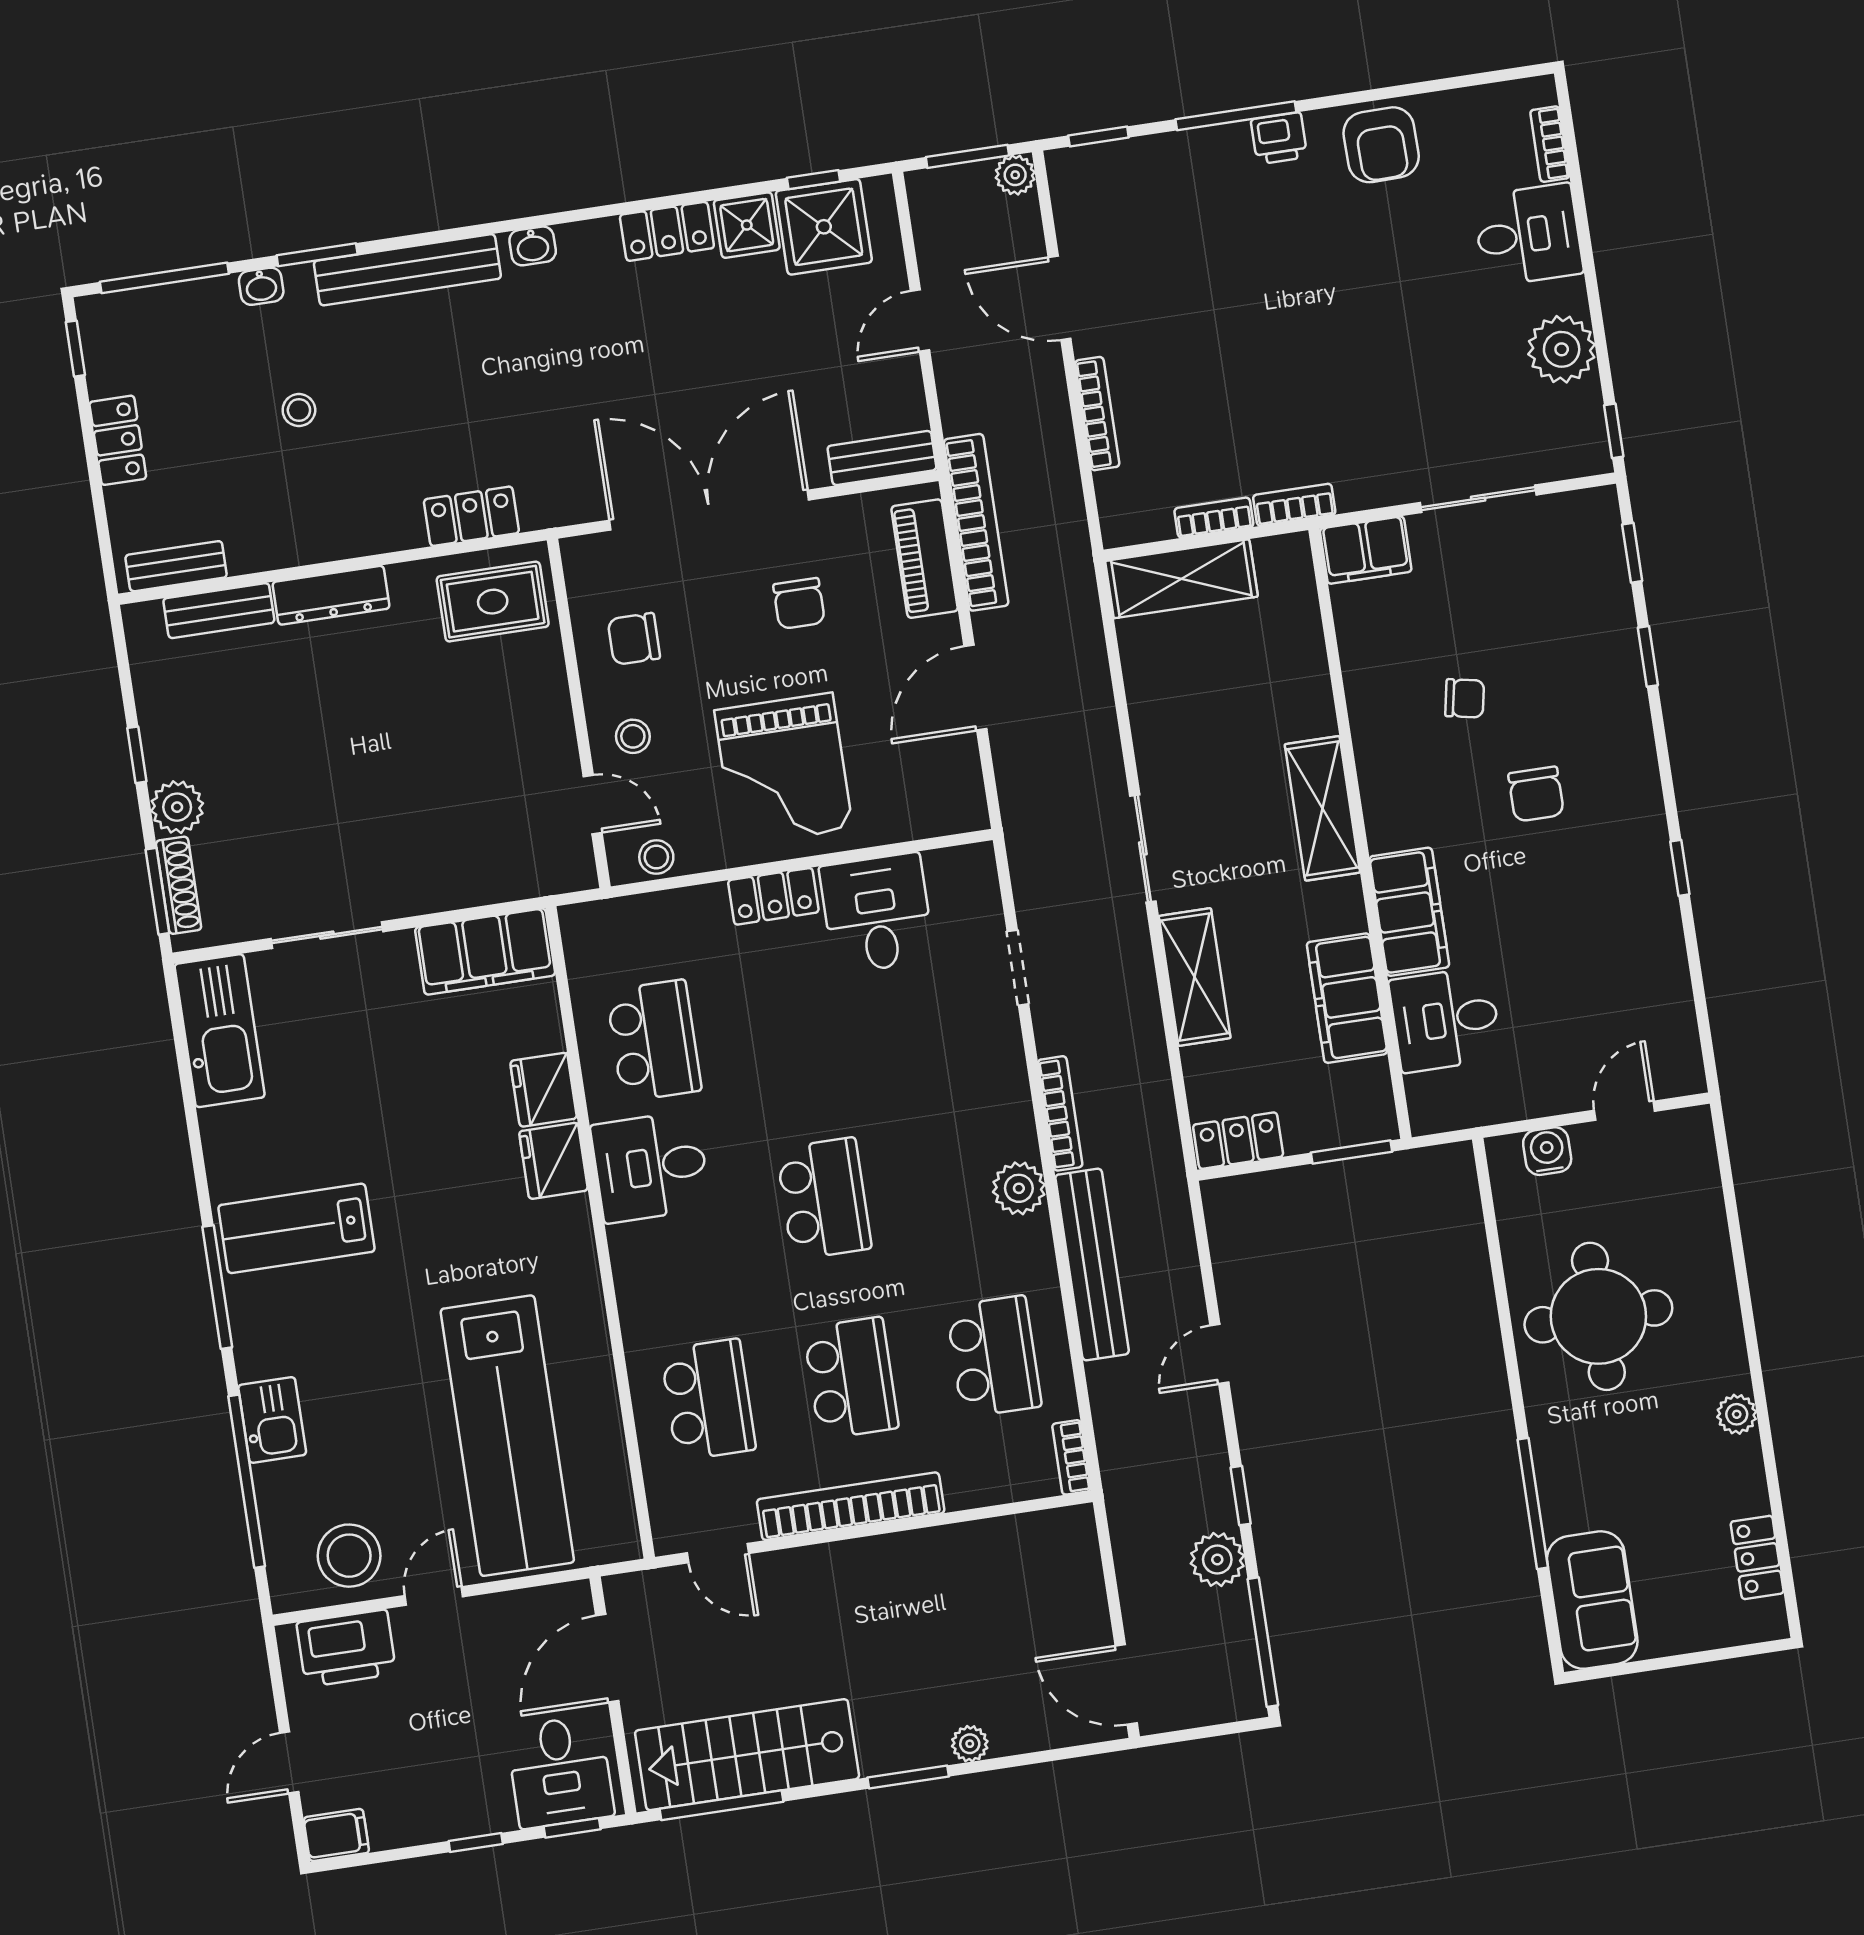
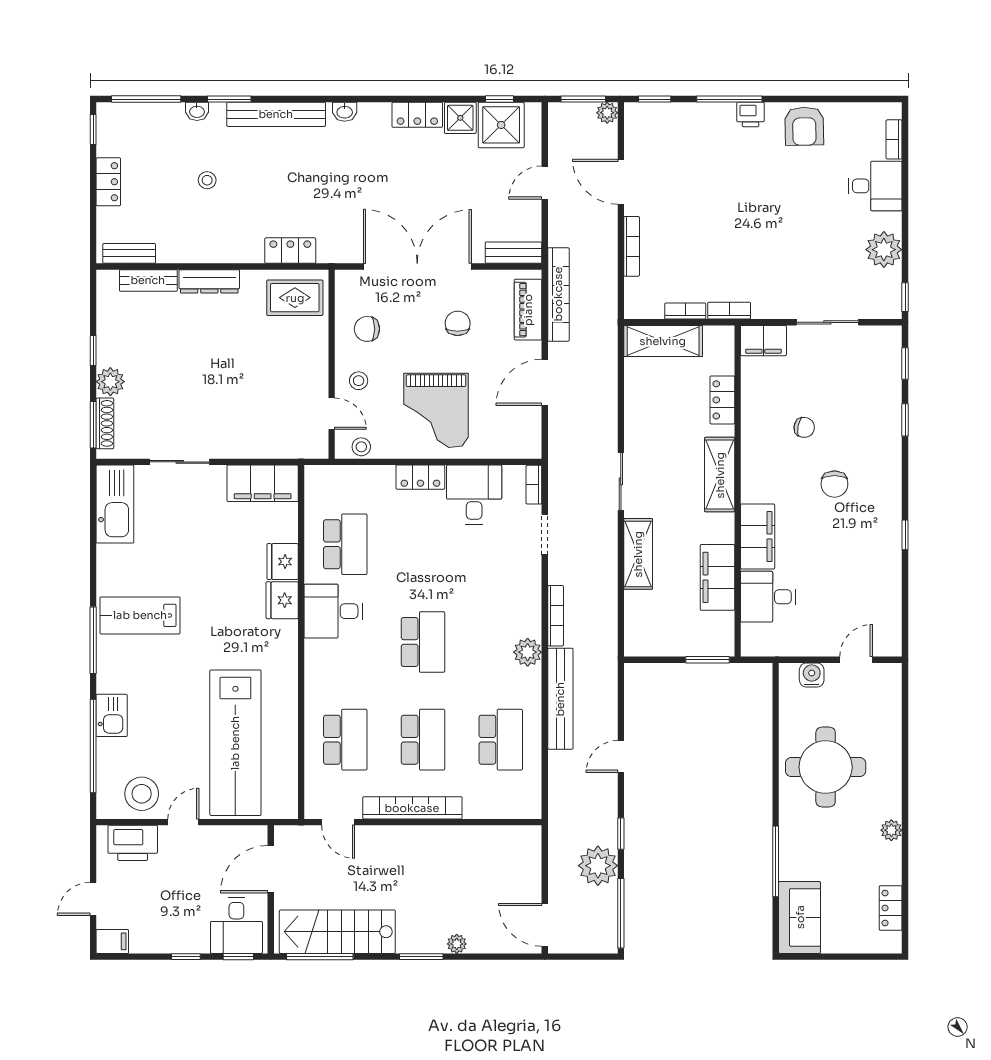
chair: (799, 603) -> (458, 323), turned 180
locker: (1238, 1141) -> (722, 400), moved, turned -90
bookcase: (1072, 1457) -> (534, 485), moved
plant: (1217, 1560) -> (598, 866), width x1.36, depth x1.36

